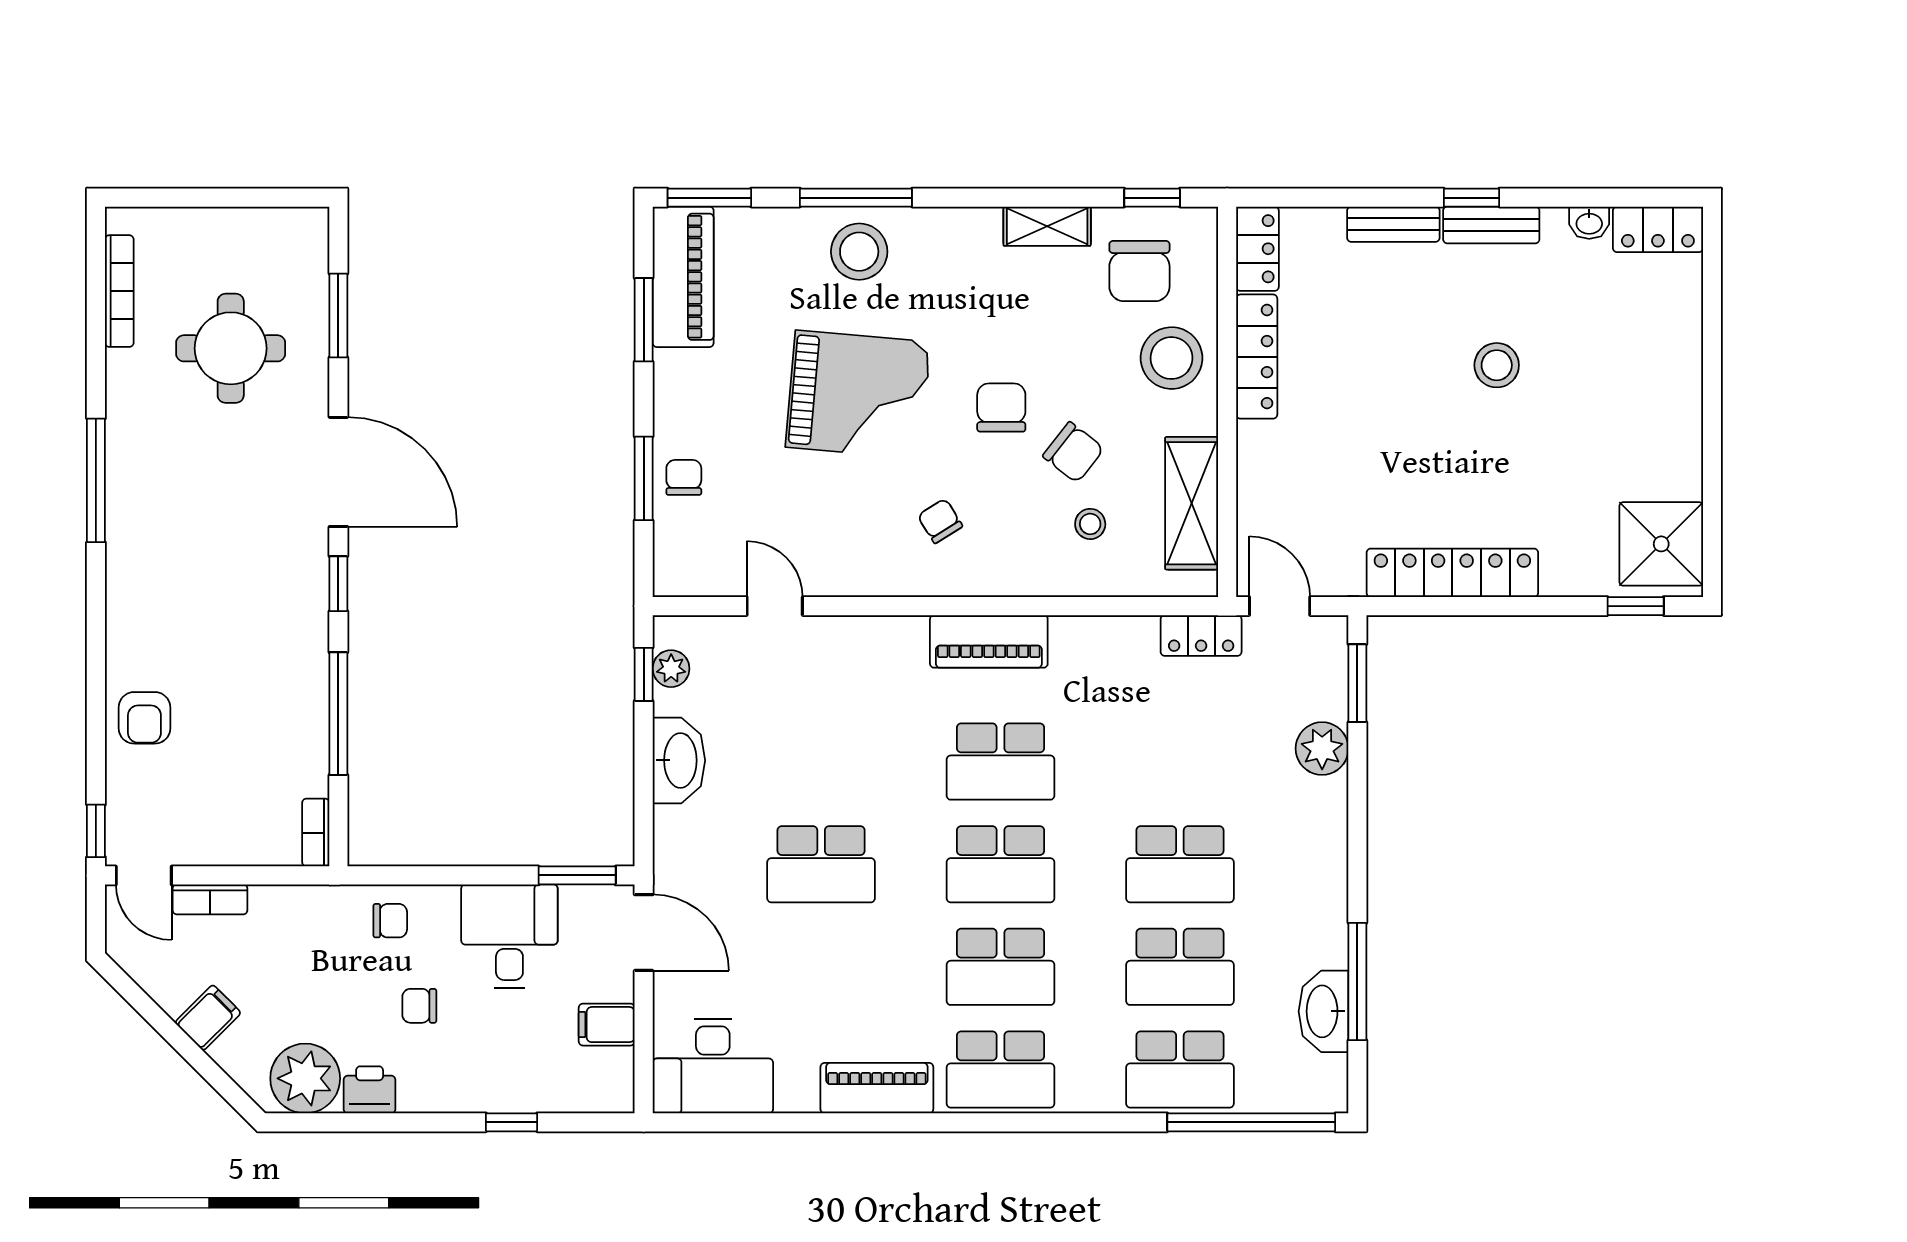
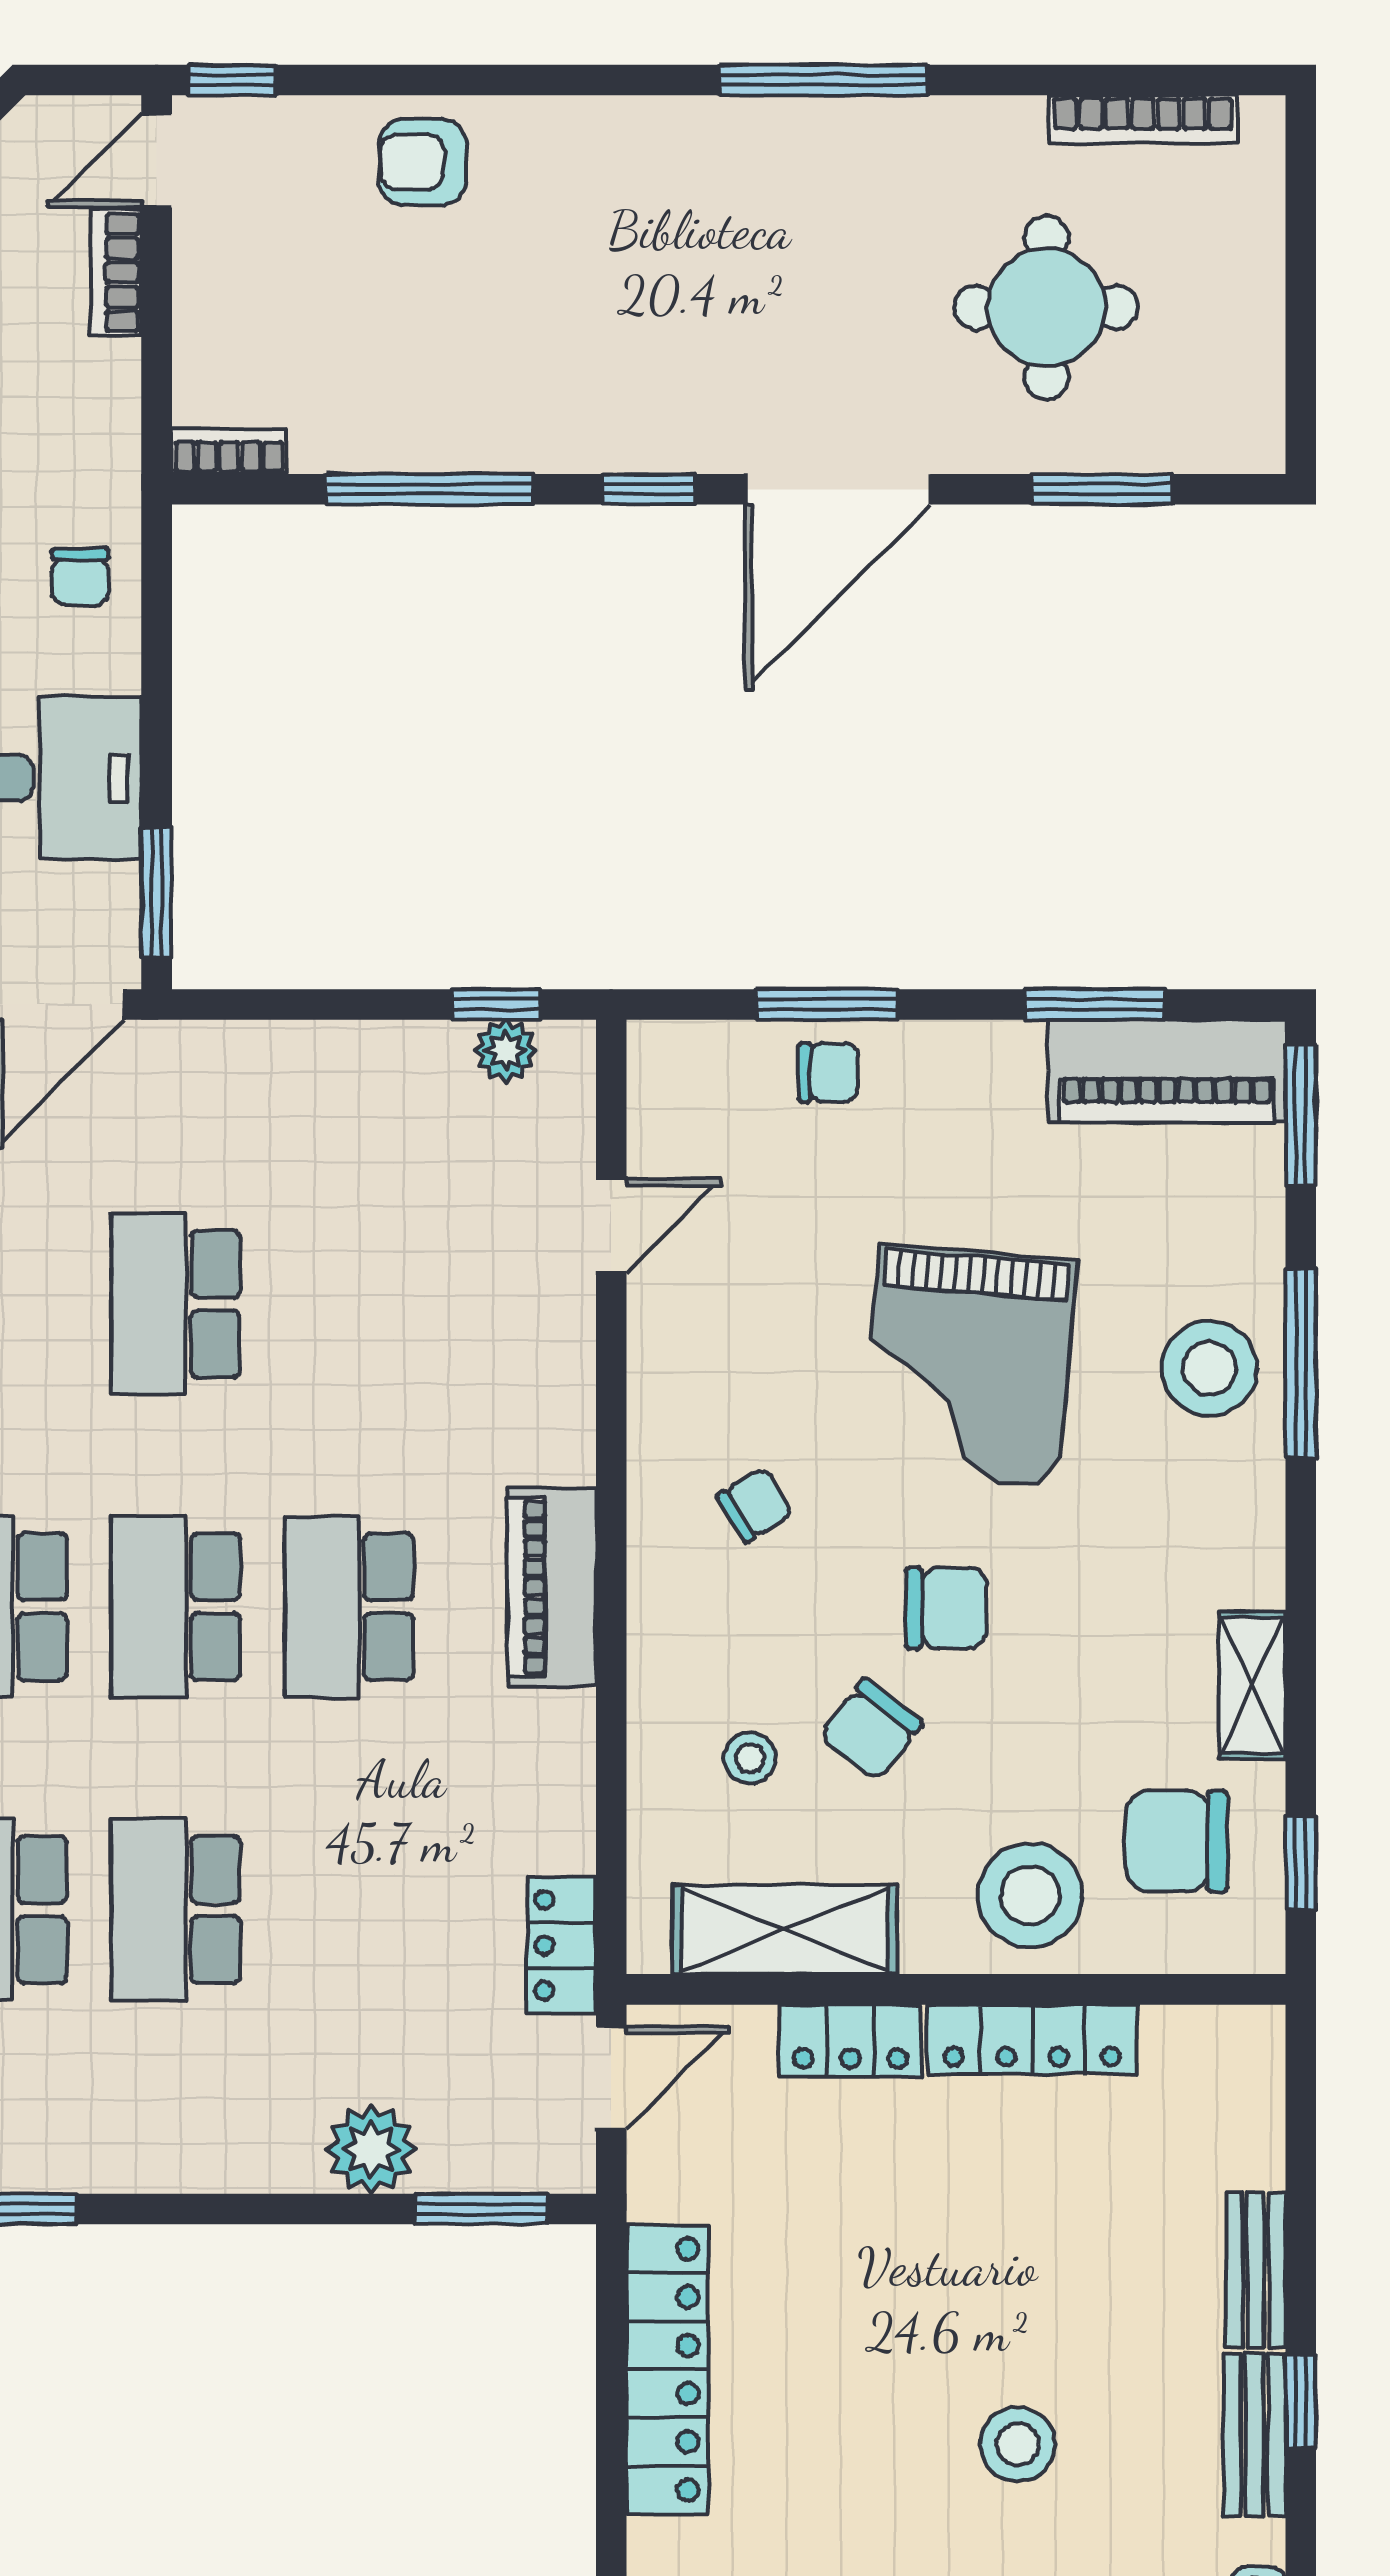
locker: (1257, 249) -> (850, 2040), moved
washbasin: (679, 760) -> (351, 1064), removed

